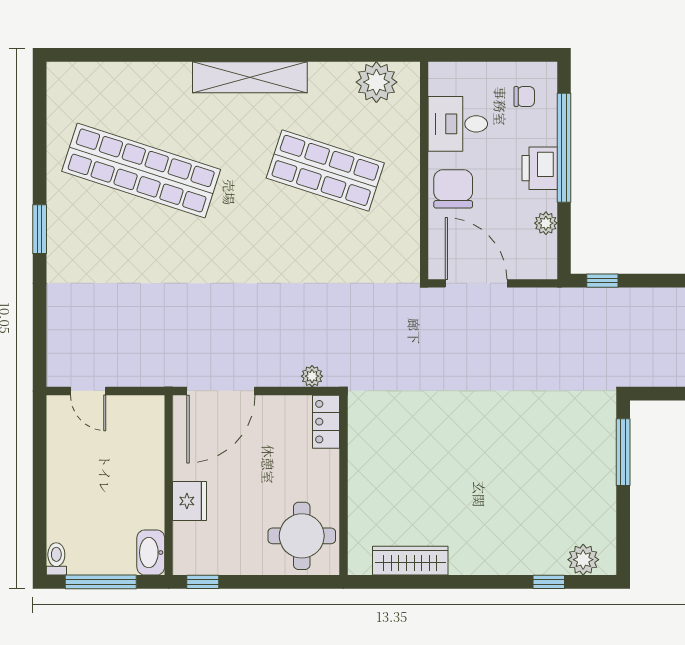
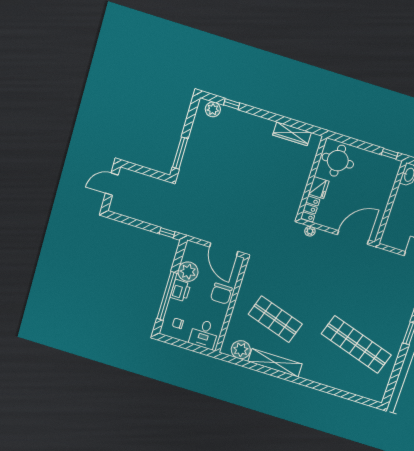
shelving: (250, 77) -> (275, 363), moved
desk: (458, 124) -> (204, 334), moved, turned 90
plant: (546, 223) -> (188, 272), width x1.88, depth x1.88
fridge: (190, 501) -> (319, 188), moved, turned 180

